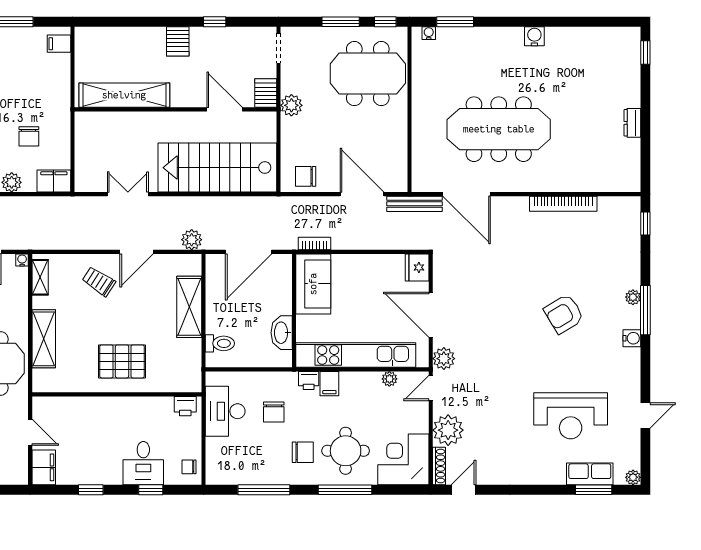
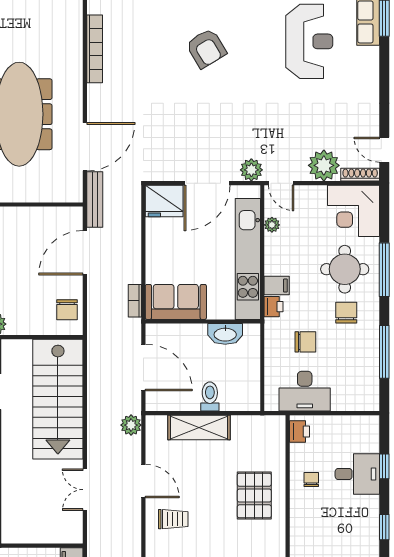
fridge: (417, 267) -> (164, 201), width x1.36, depth x1.34
trolley: (99, 281) -> (173, 519), turned -123
toilet: (220, 343) -> (210, 396), moved
chair: (189, 467) -> (311, 480), moved, turned 180

